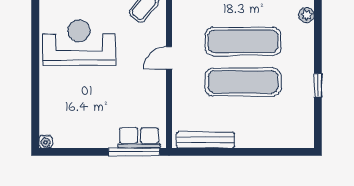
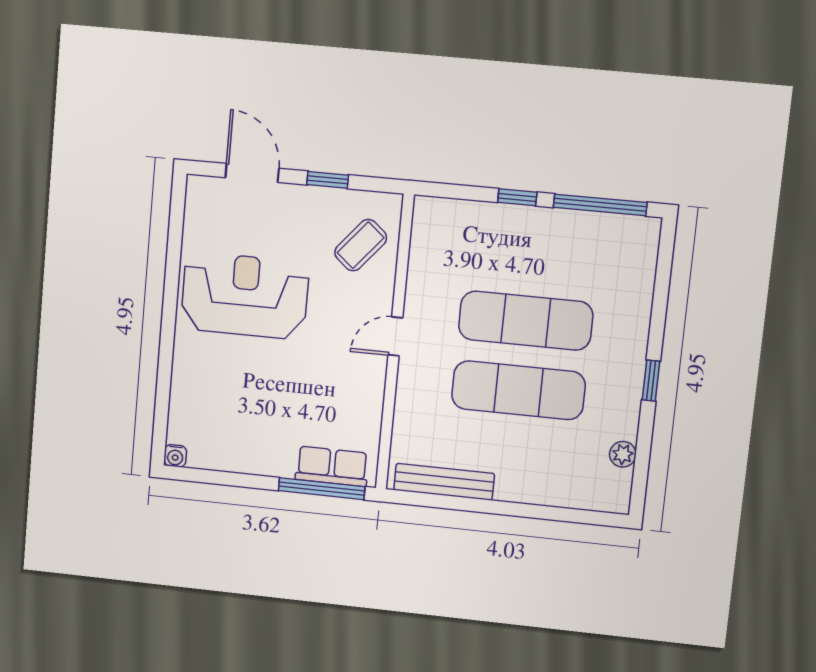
plant: (307, 15) -> (623, 454), moved
window: (318, 85) -> (651, 381), moved

